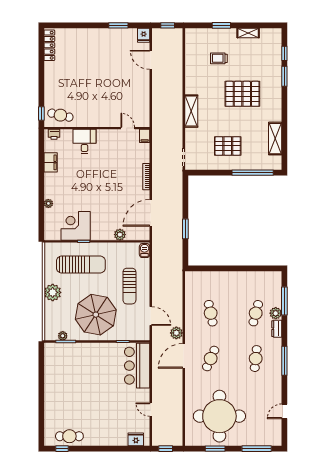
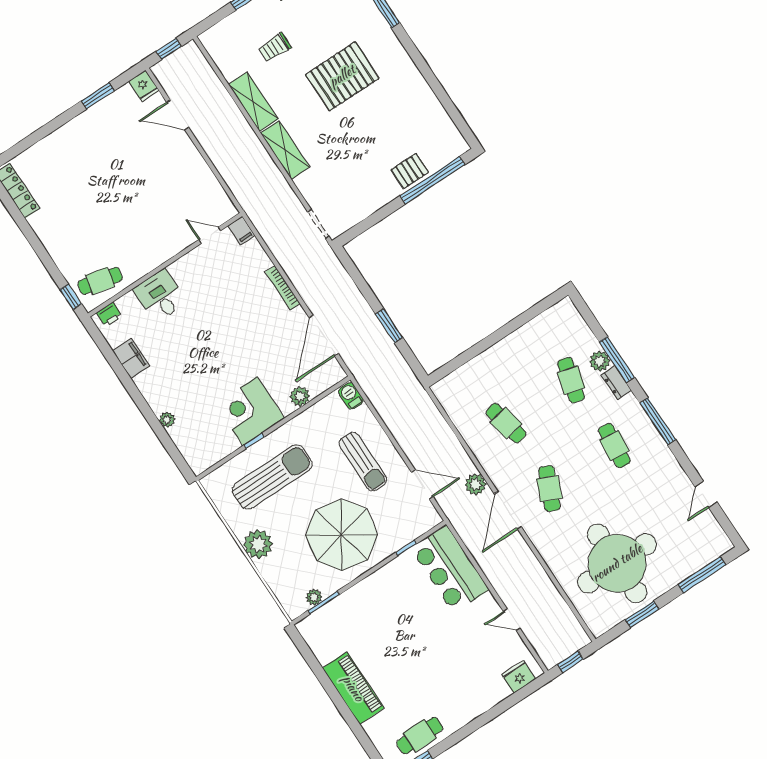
shelving: (275, 139) -> (253, 102), moved
pallet: (228, 146) -> (410, 171), moved, width x0.67, depth x0.71
corner desk: (76, 226) -> (250, 411), moved
window: (284, 301) -> (617, 360), moved
piano: (53, 392) -> (353, 688), added

